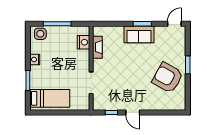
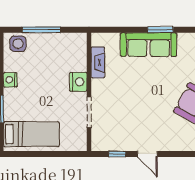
sofa: (139, 34) -> (149, 45), width x1.36
nightstand: (83, 42) -> (78, 82), moved

